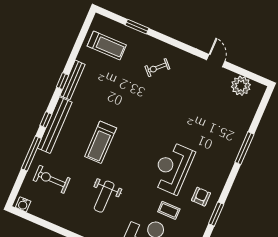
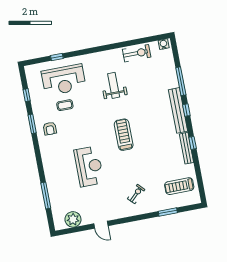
treadmill: (101, 142) -> (124, 135), moved
window: (244, 148) -> (46, 196), moved
reception desk: (173, 168) -> (89, 166), moved
exercise bike: (52, 179) -> (137, 53), moved

